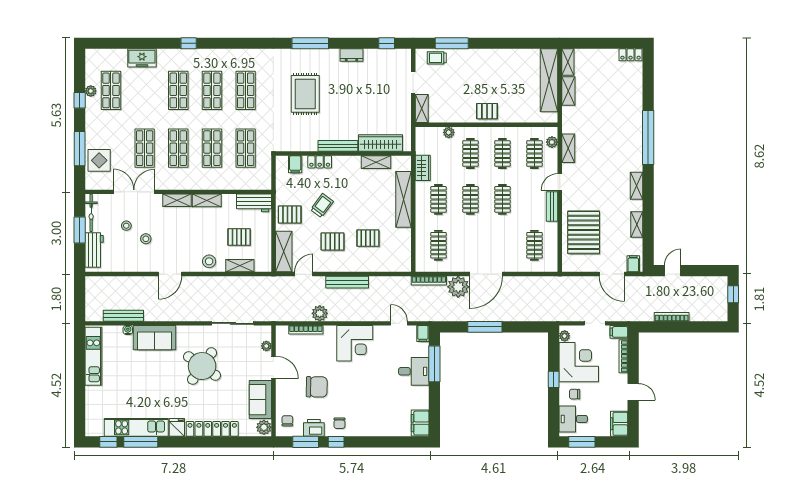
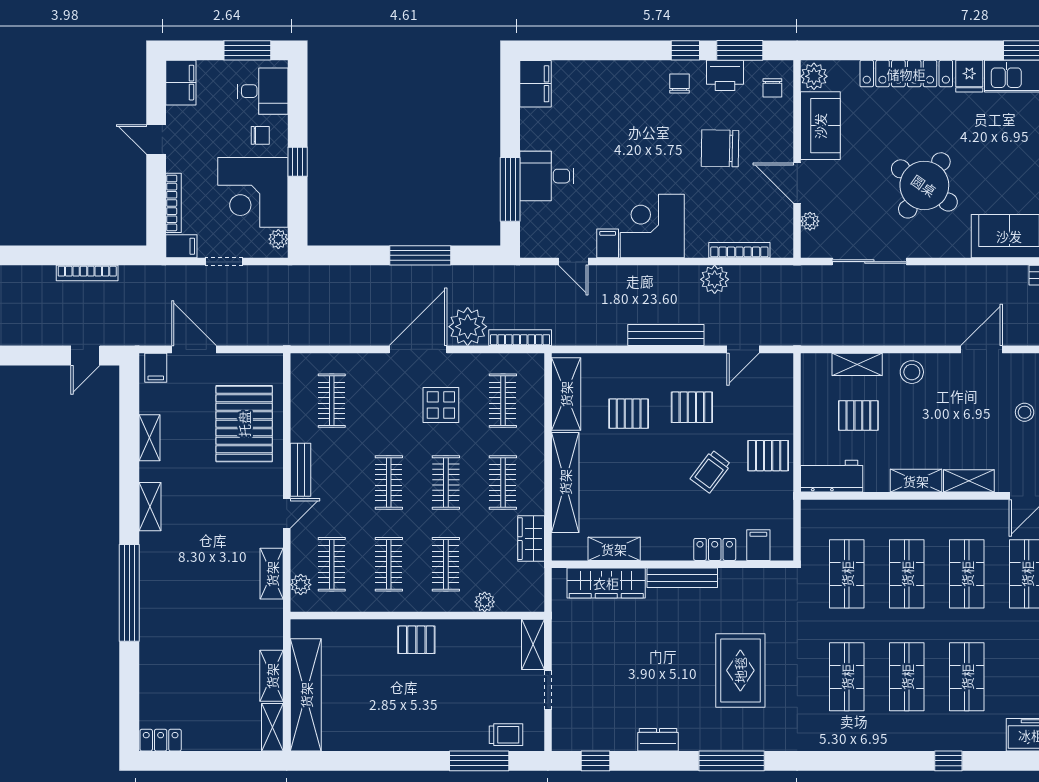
display table: (473, 243) -> (441, 405), added
shelving: (284, 252) -> (566, 394), moved
filing cabinet: (423, 334) -> (608, 243), moved

